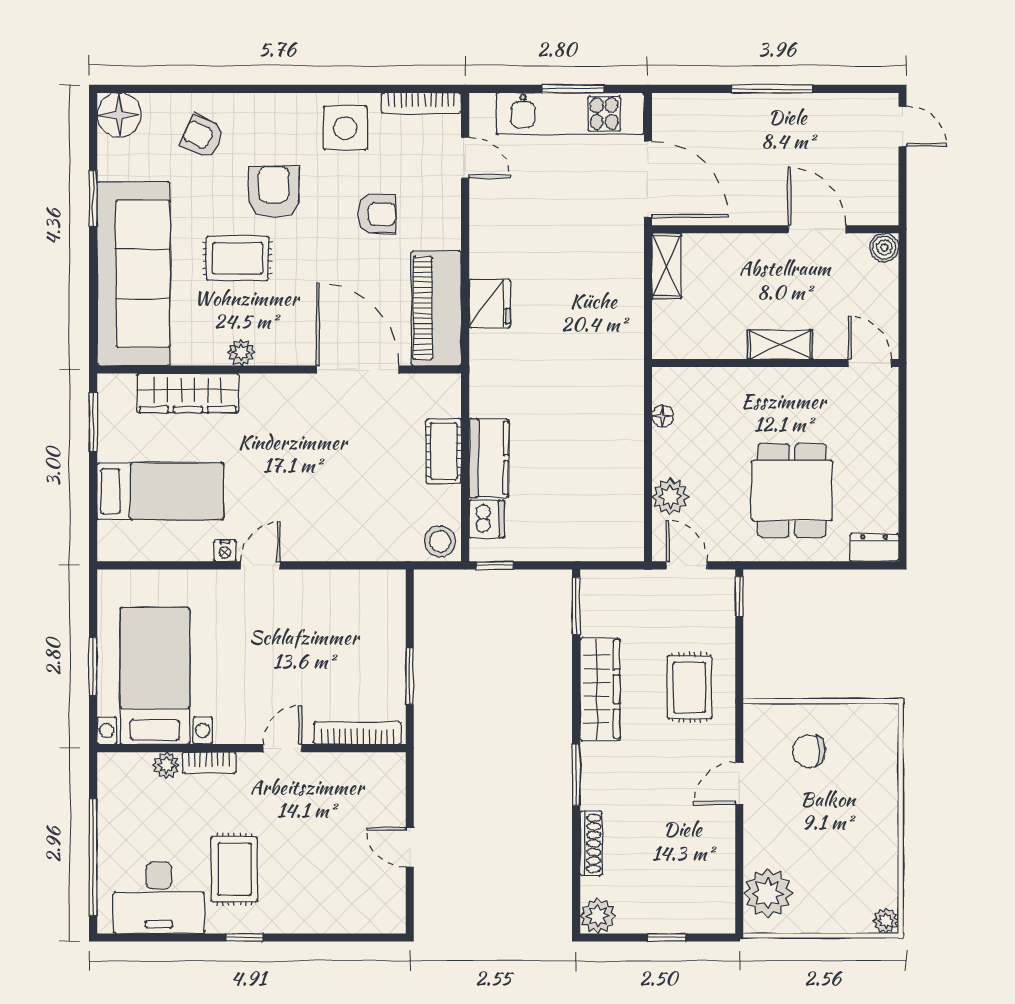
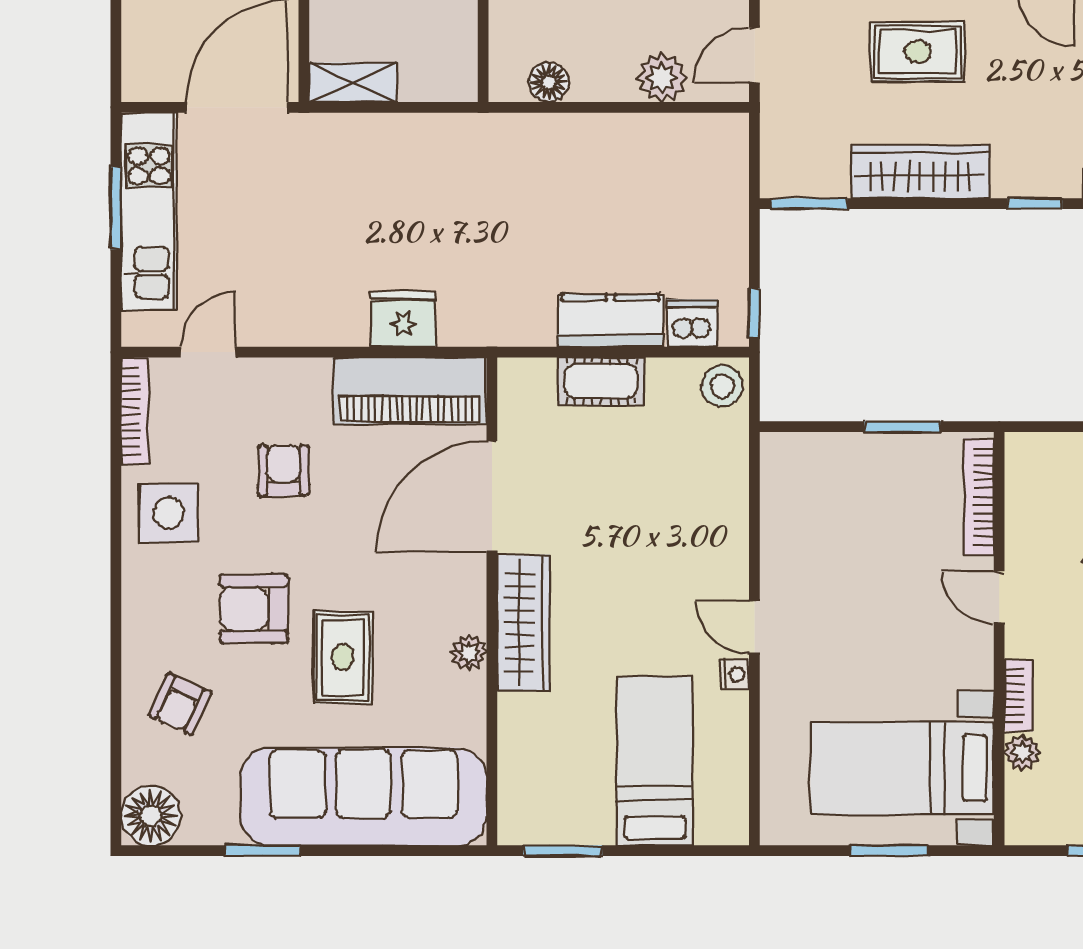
wardrobe: (188, 393) -> (524, 623), moved
floor lamp: (663, 416) -> (549, 82), width x1.37, depth x1.37
window: (576, 775) -> (1035, 204), width x0.67

